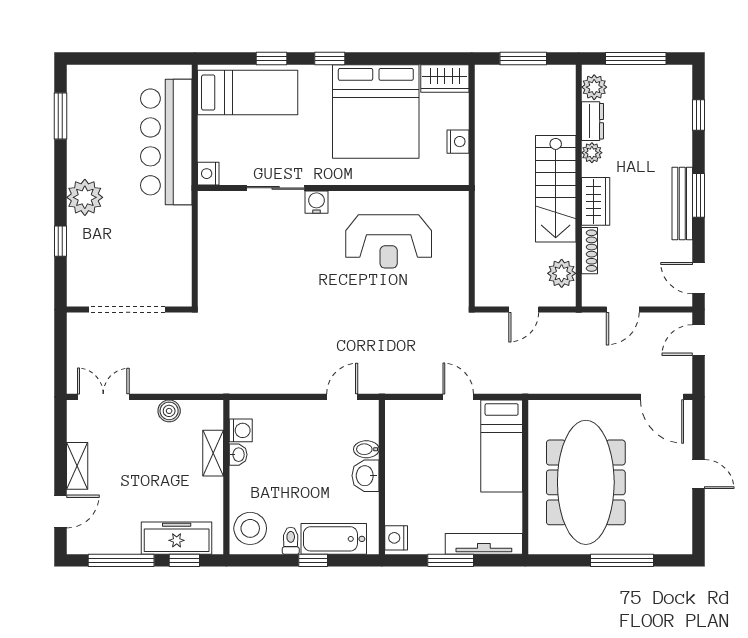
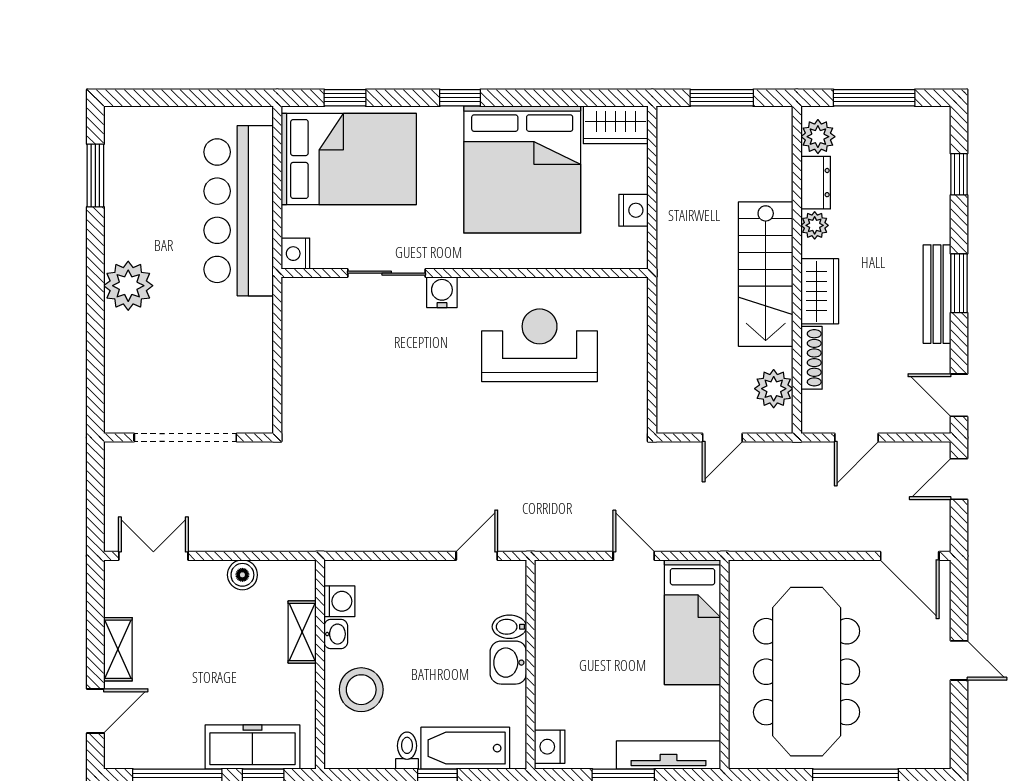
window: (271, 58) -> (345, 98), moved
bed: (248, 92) -> (349, 159), width x1.50
window: (60, 241) -> (95, 345), removed
reception desk: (389, 241) -> (540, 345), turned 180
stool: (250, 528) -> (361, 690), moved

